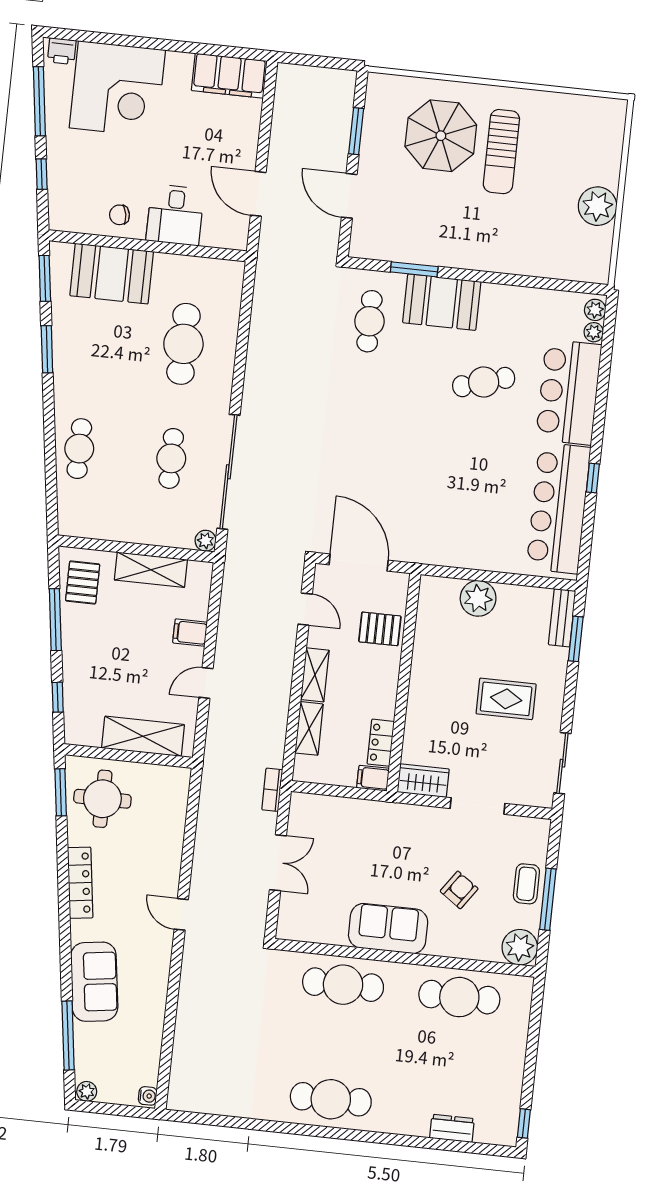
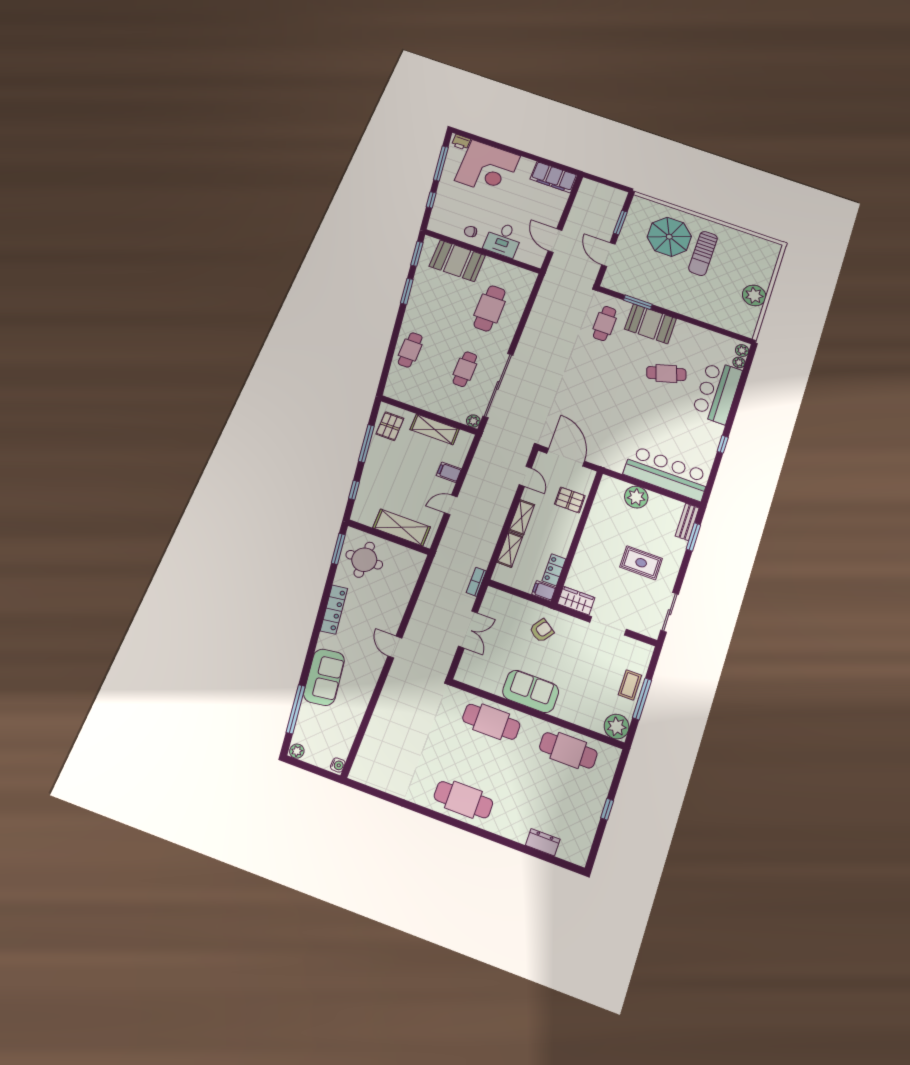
bar counter: (559, 508) -> (667, 473), moved, turned 90
armchair: (459, 890) -> (542, 631), moved
window: (524, 1123) -> (607, 809), moved

